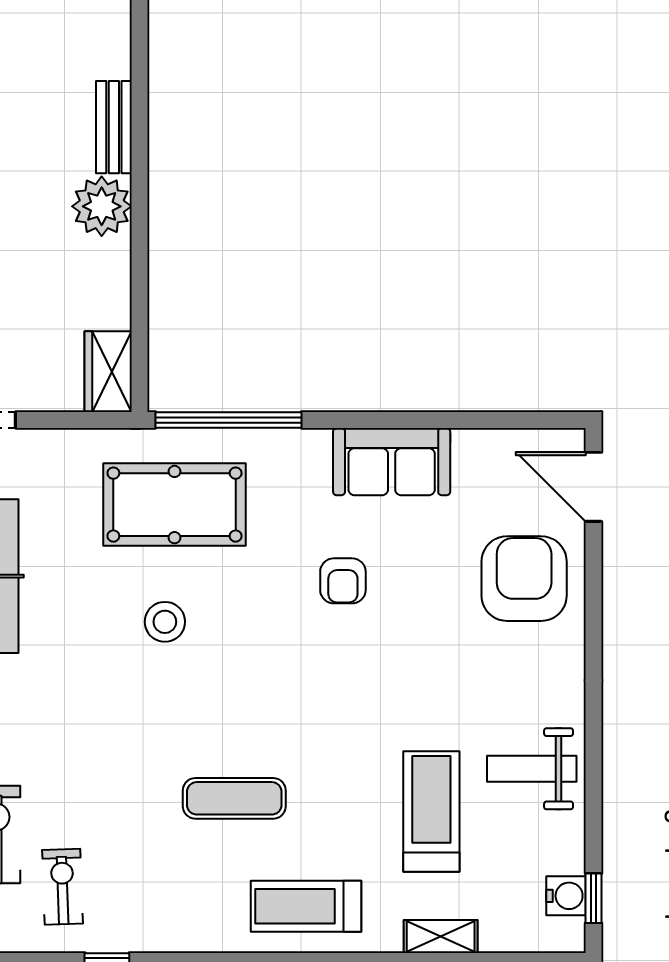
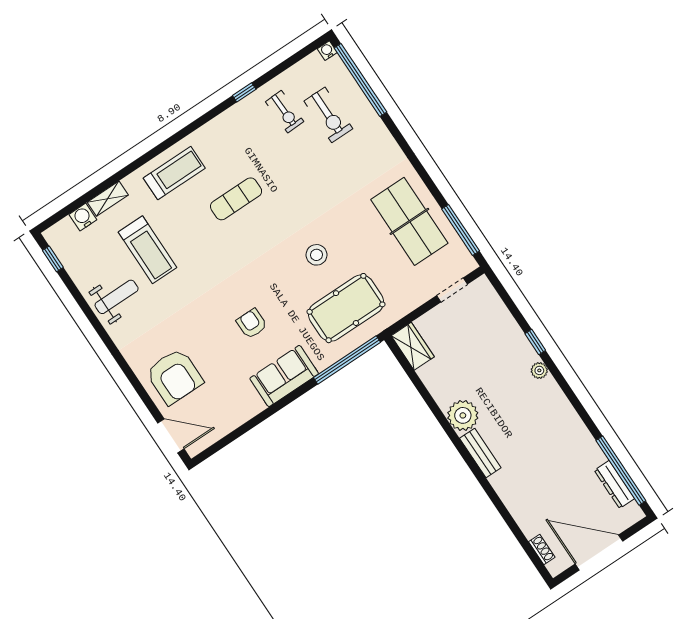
sofa: (392, 462) -> (284, 376), moved
water cooler: (566, 896) -> (83, 217), moved, turned 90

